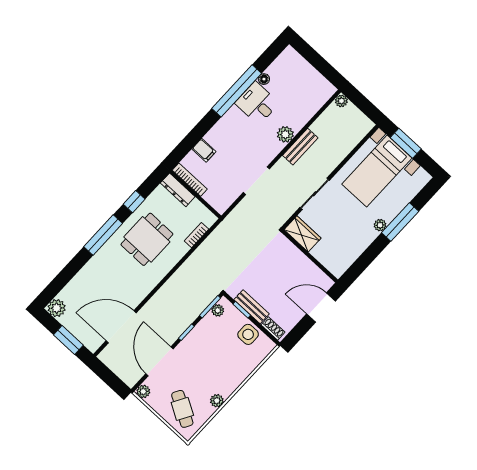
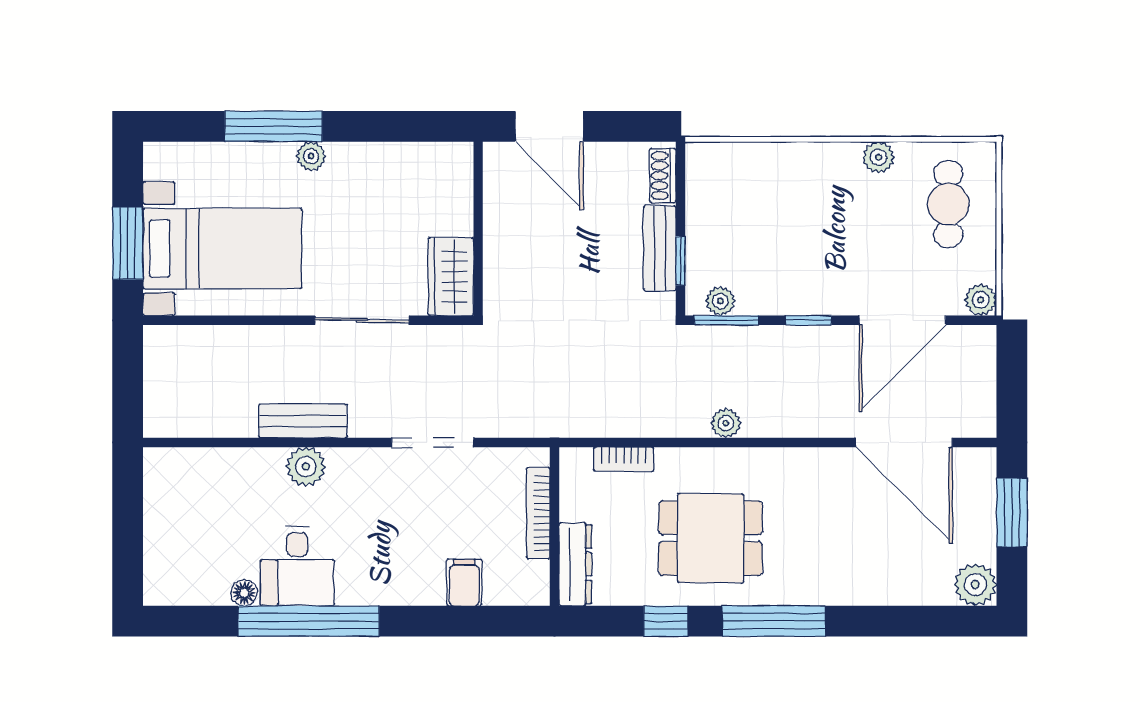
plant: (341, 101) -> (726, 423), moved
bookcase: (190, 180) -> (538, 513), moved
side table: (248, 334) -> (713, 210), removed
cafe table: (182, 409) -> (948, 204), turned -30

